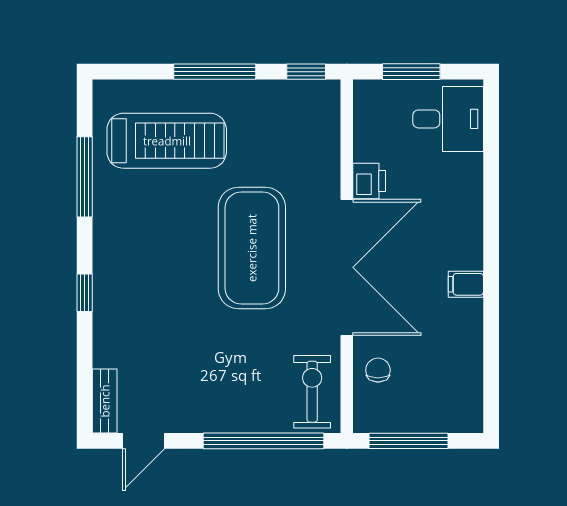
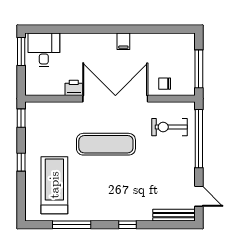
window: (215, 72) -> (21, 162), width x0.46
window: (411, 72) -> (21, 52), moved
exercise mat: (252, 248) -> (106, 144), width x0.68
exercise bike: (312, 392) -> (169, 127), moved
bench: (105, 401) -> (174, 215), width x1.36

